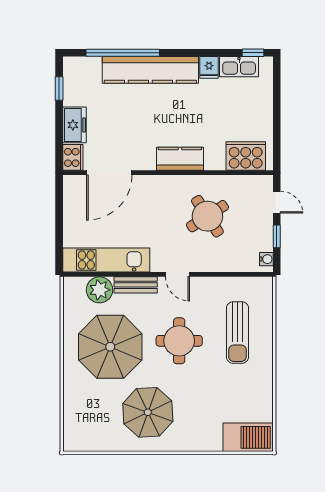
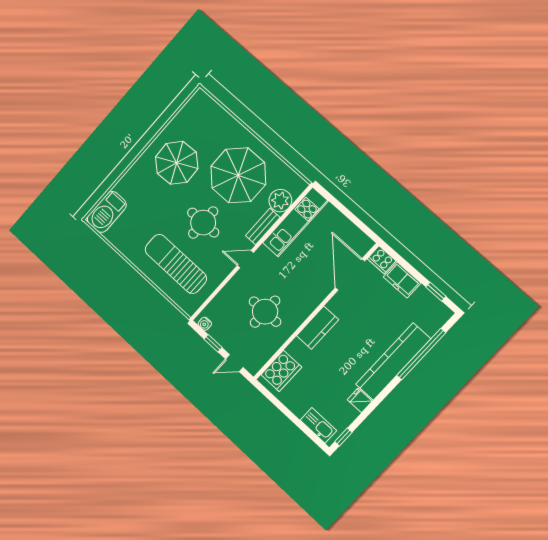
kitchen sink: (239, 67) -> (318, 425), moved, turned 90
round table: (207, 216) -> (265, 312), turned 33
sun lounger: (237, 333) -> (176, 264), width x1.36, depth x1.34

